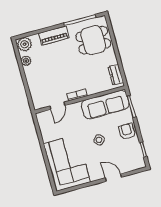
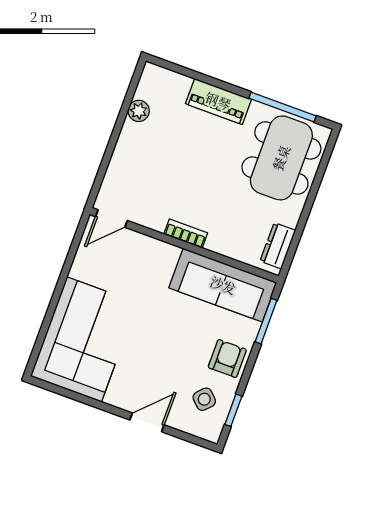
dining table: (93, 40) -> (281, 158), width x1.38
plant: (24, 44) -> (157, 80), removed
door: (57, 106) -> (111, 219), moved
side table: (99, 140) -> (204, 399), moved
door: (113, 178) -> (147, 422), hinge flipped

